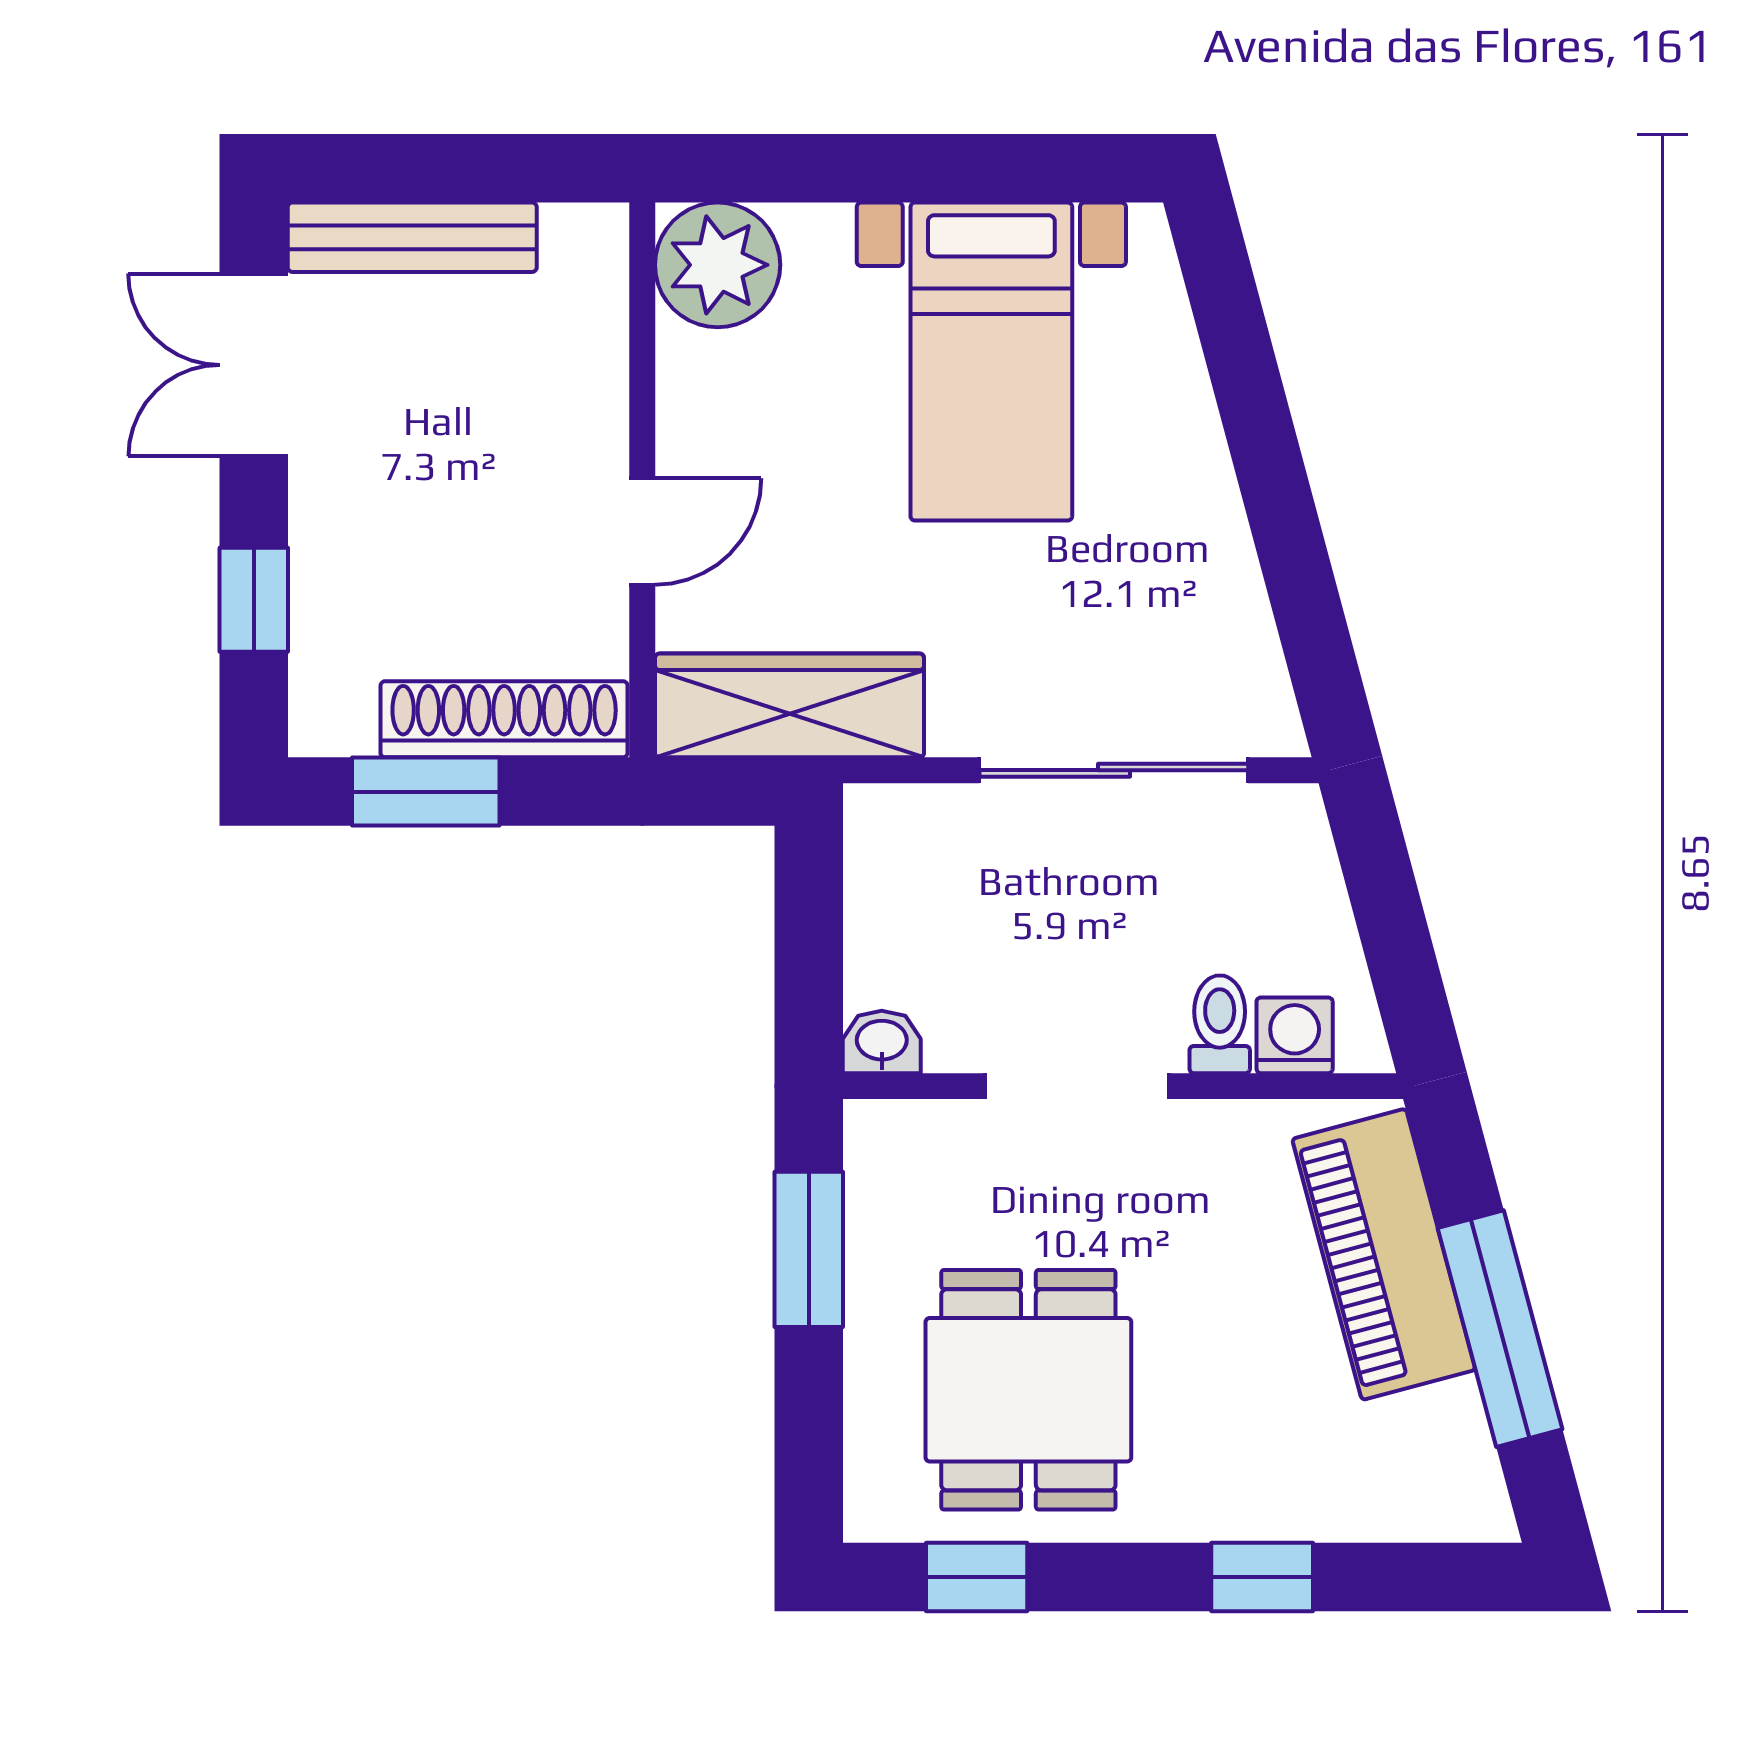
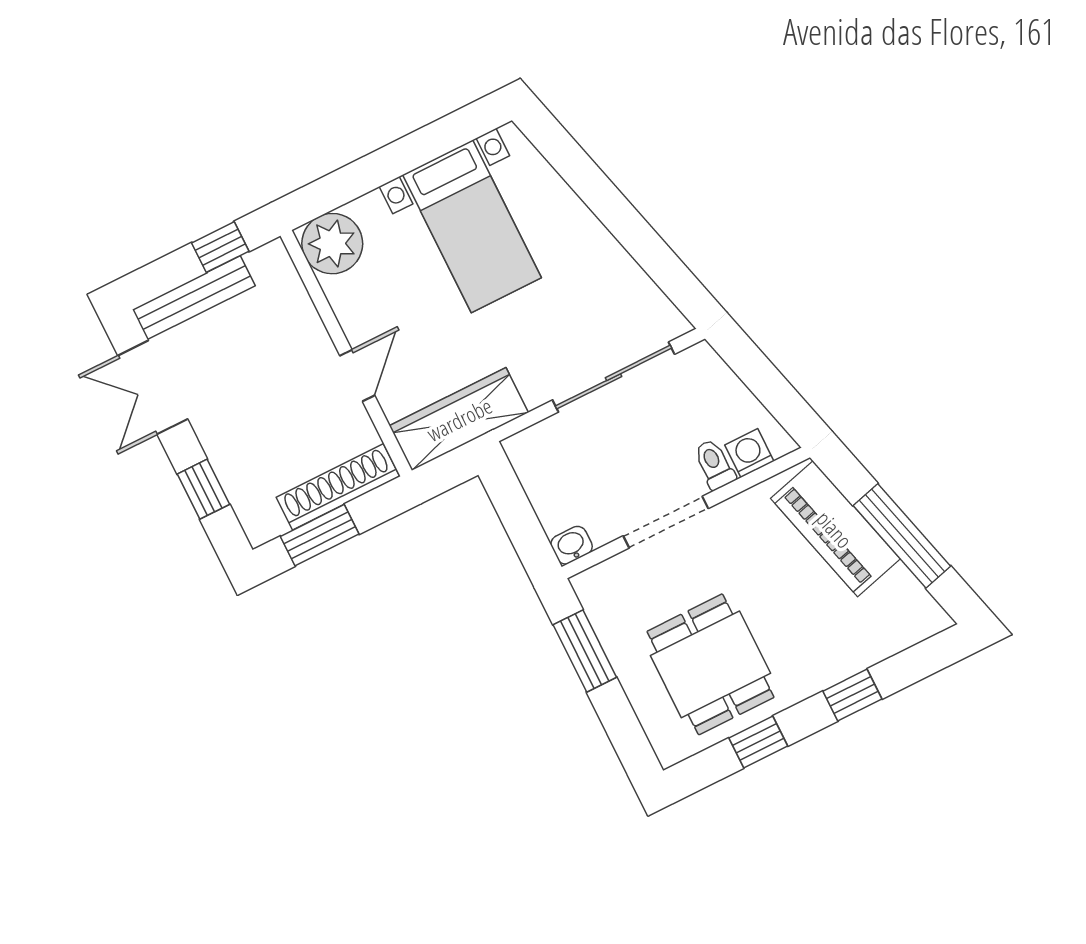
window: (508, 168) -> (220, 247), added
window: (977, 1577) -> (758, 742), moved

